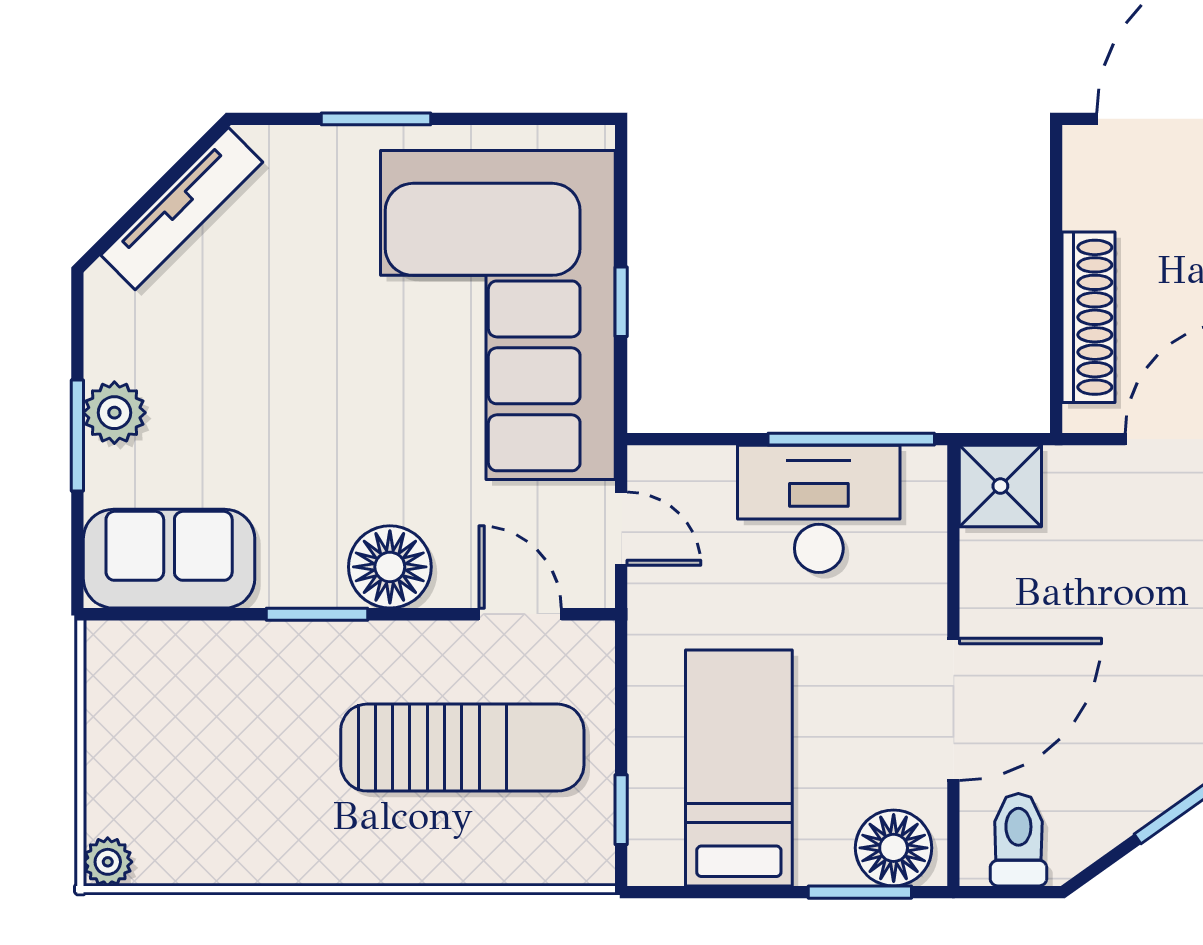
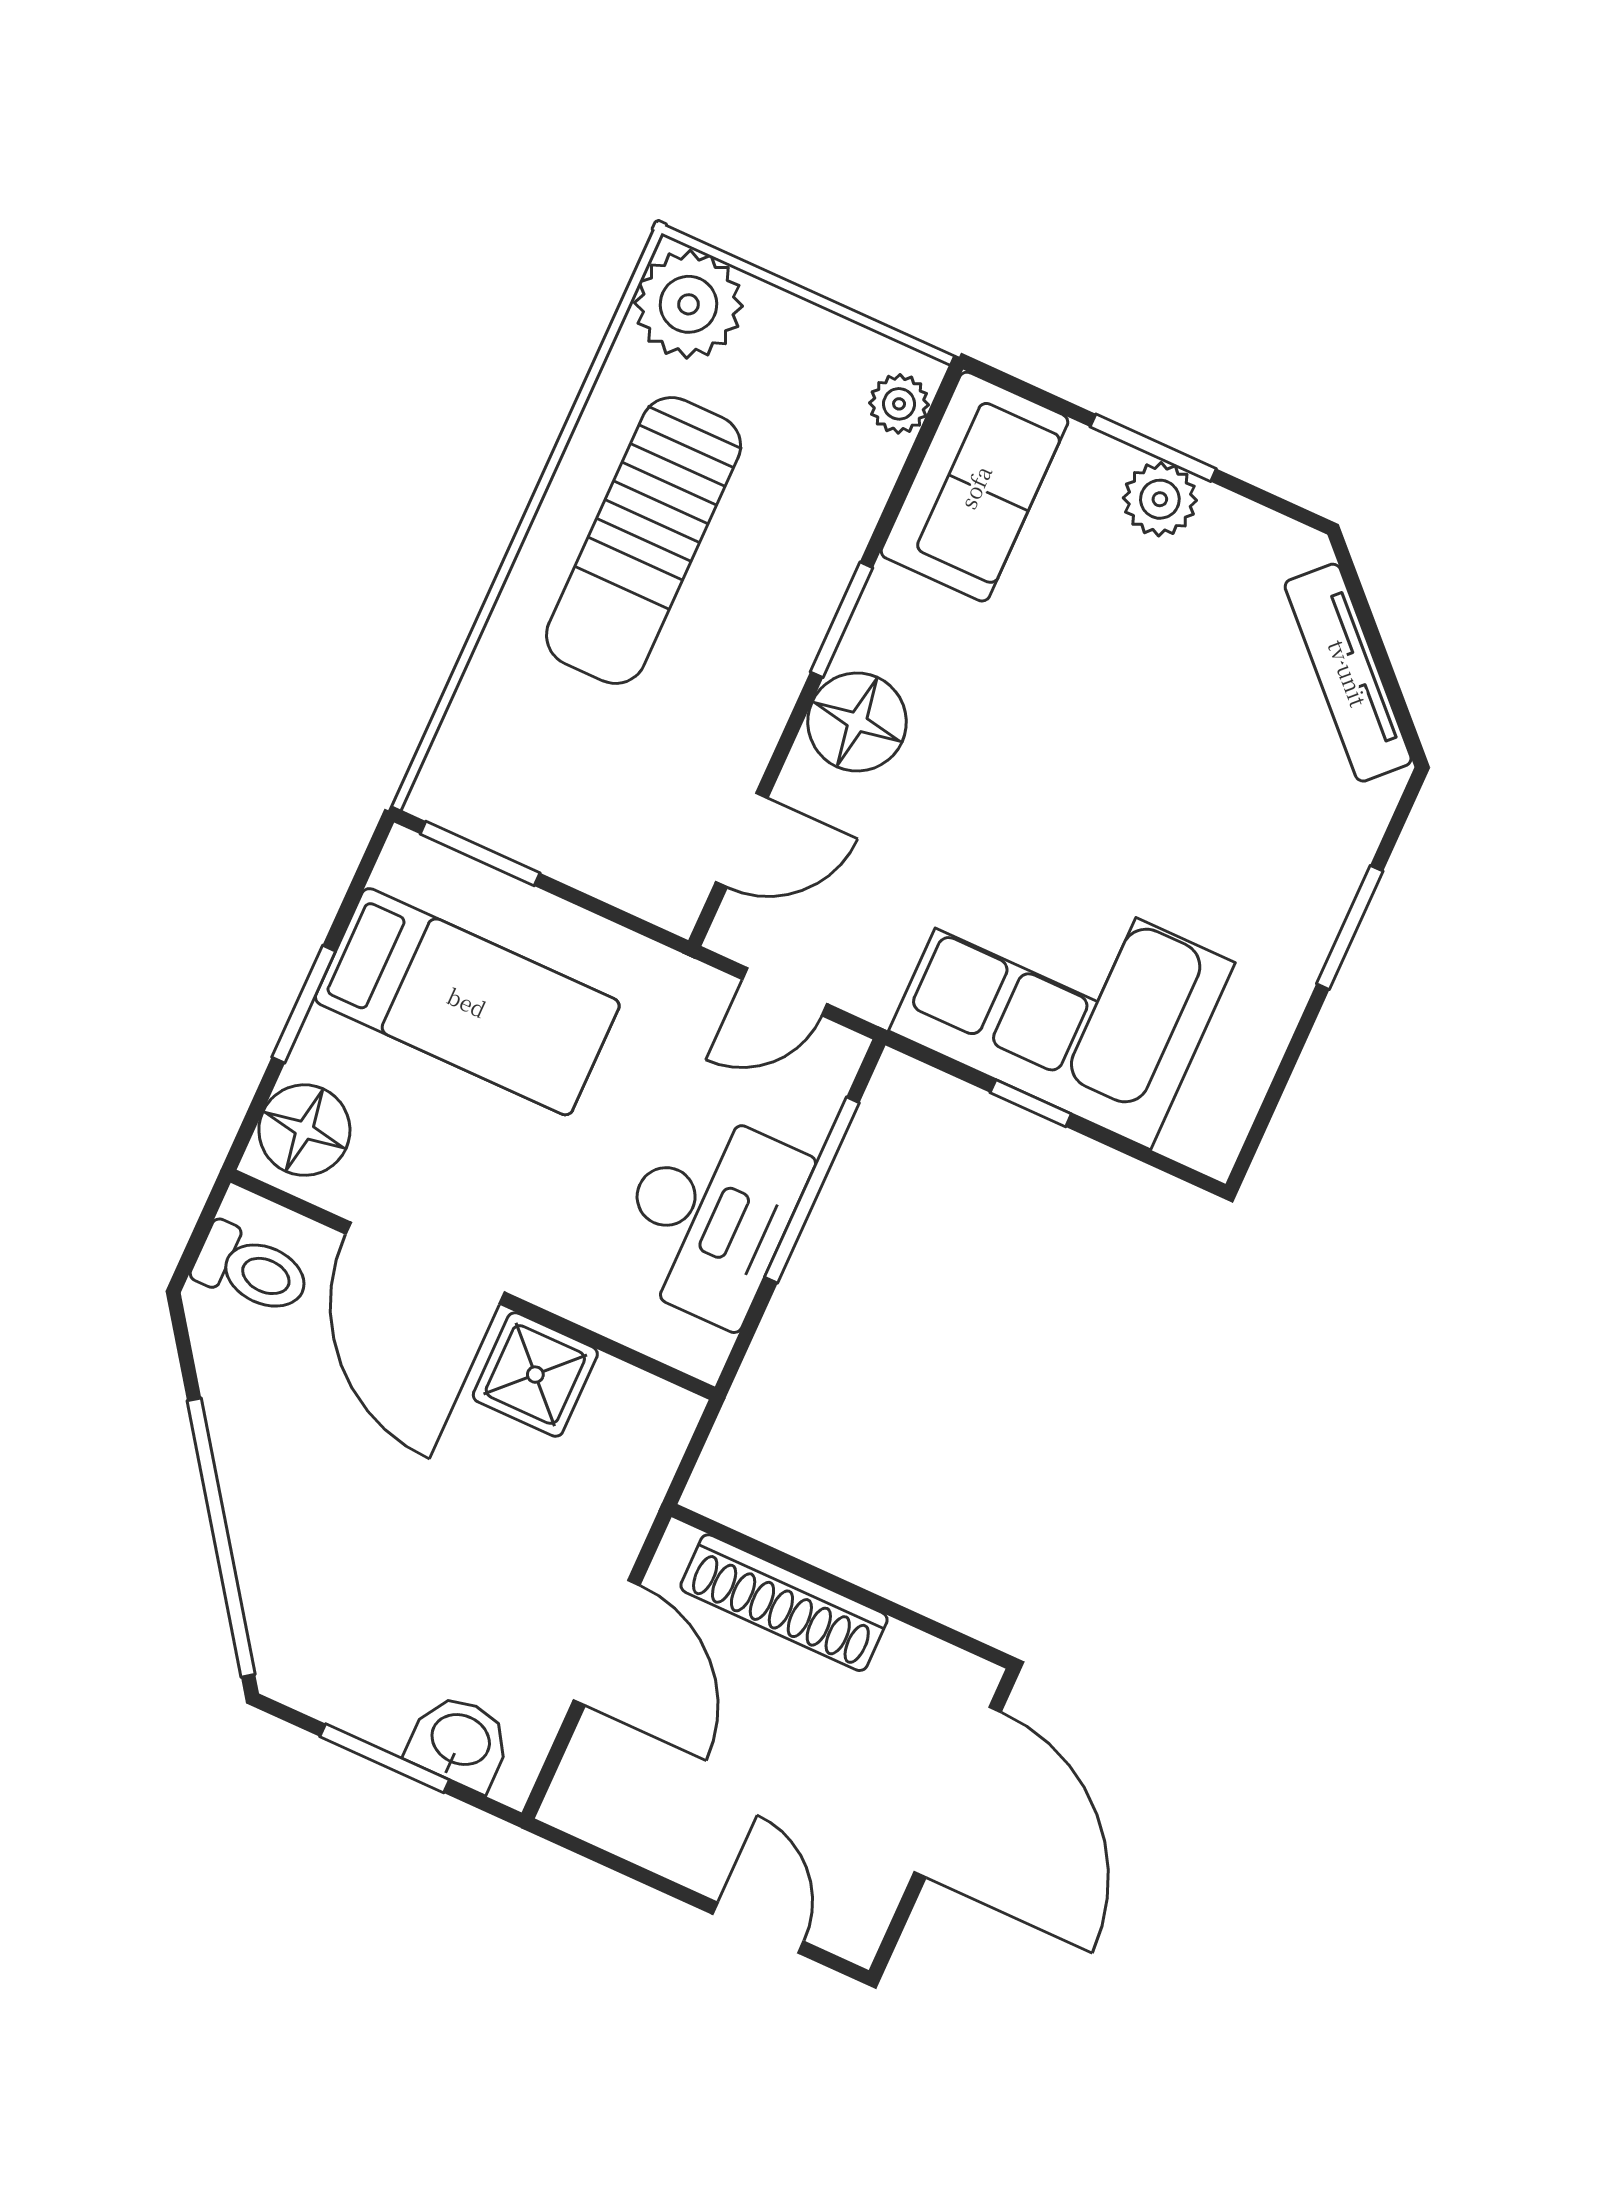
corner sofa: (498, 315) -> (1062, 997), width x0.73, depth x0.74
window: (851, 439) -> (812, 1190), moved
shower: (1000, 486) -> (535, 1375), moved
plant: (132, 645) -> (899, 404), added
sun lounger: (462, 748) -> (644, 540), moved
window: (621, 810) -> (480, 853), width x1.50
plant: (108, 862) -> (689, 304), width x1.87, depth x1.87
window: (860, 892) -> (304, 1004), moved

